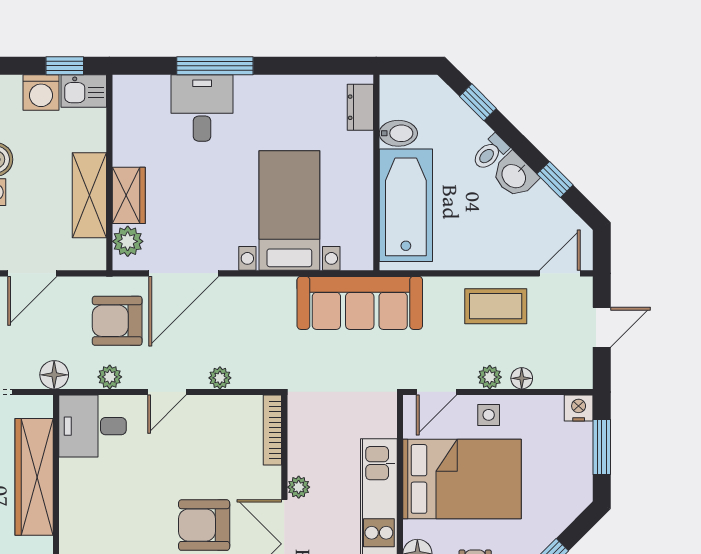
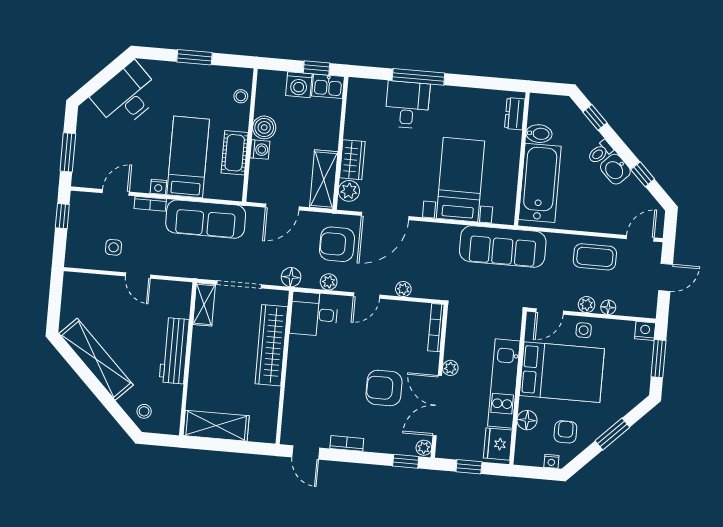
shelving: (89, 195) -> (324, 179), moved

